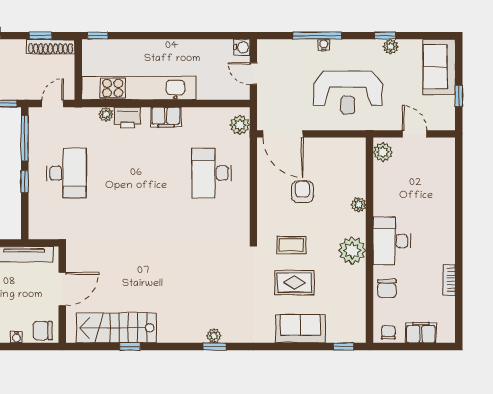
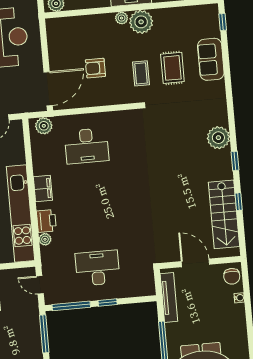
plant: (359, 205) -> (122, 18), moved
plant: (214, 336) -> (218, 138), width x1.87, depth x1.87
window: (215, 346) -> (235, 161), moved

